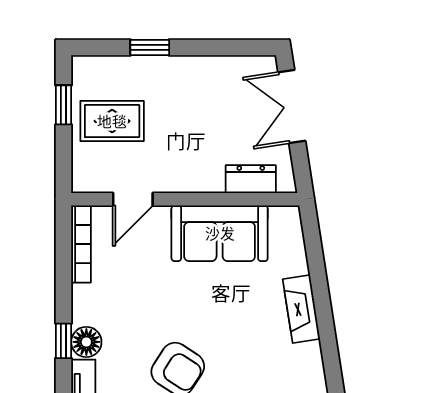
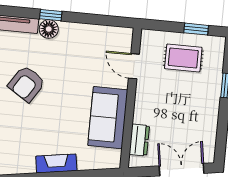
rug: (112, 121) -> (183, 58), turned 90
bookcase: (81, 244) -> (109, 32), removed

